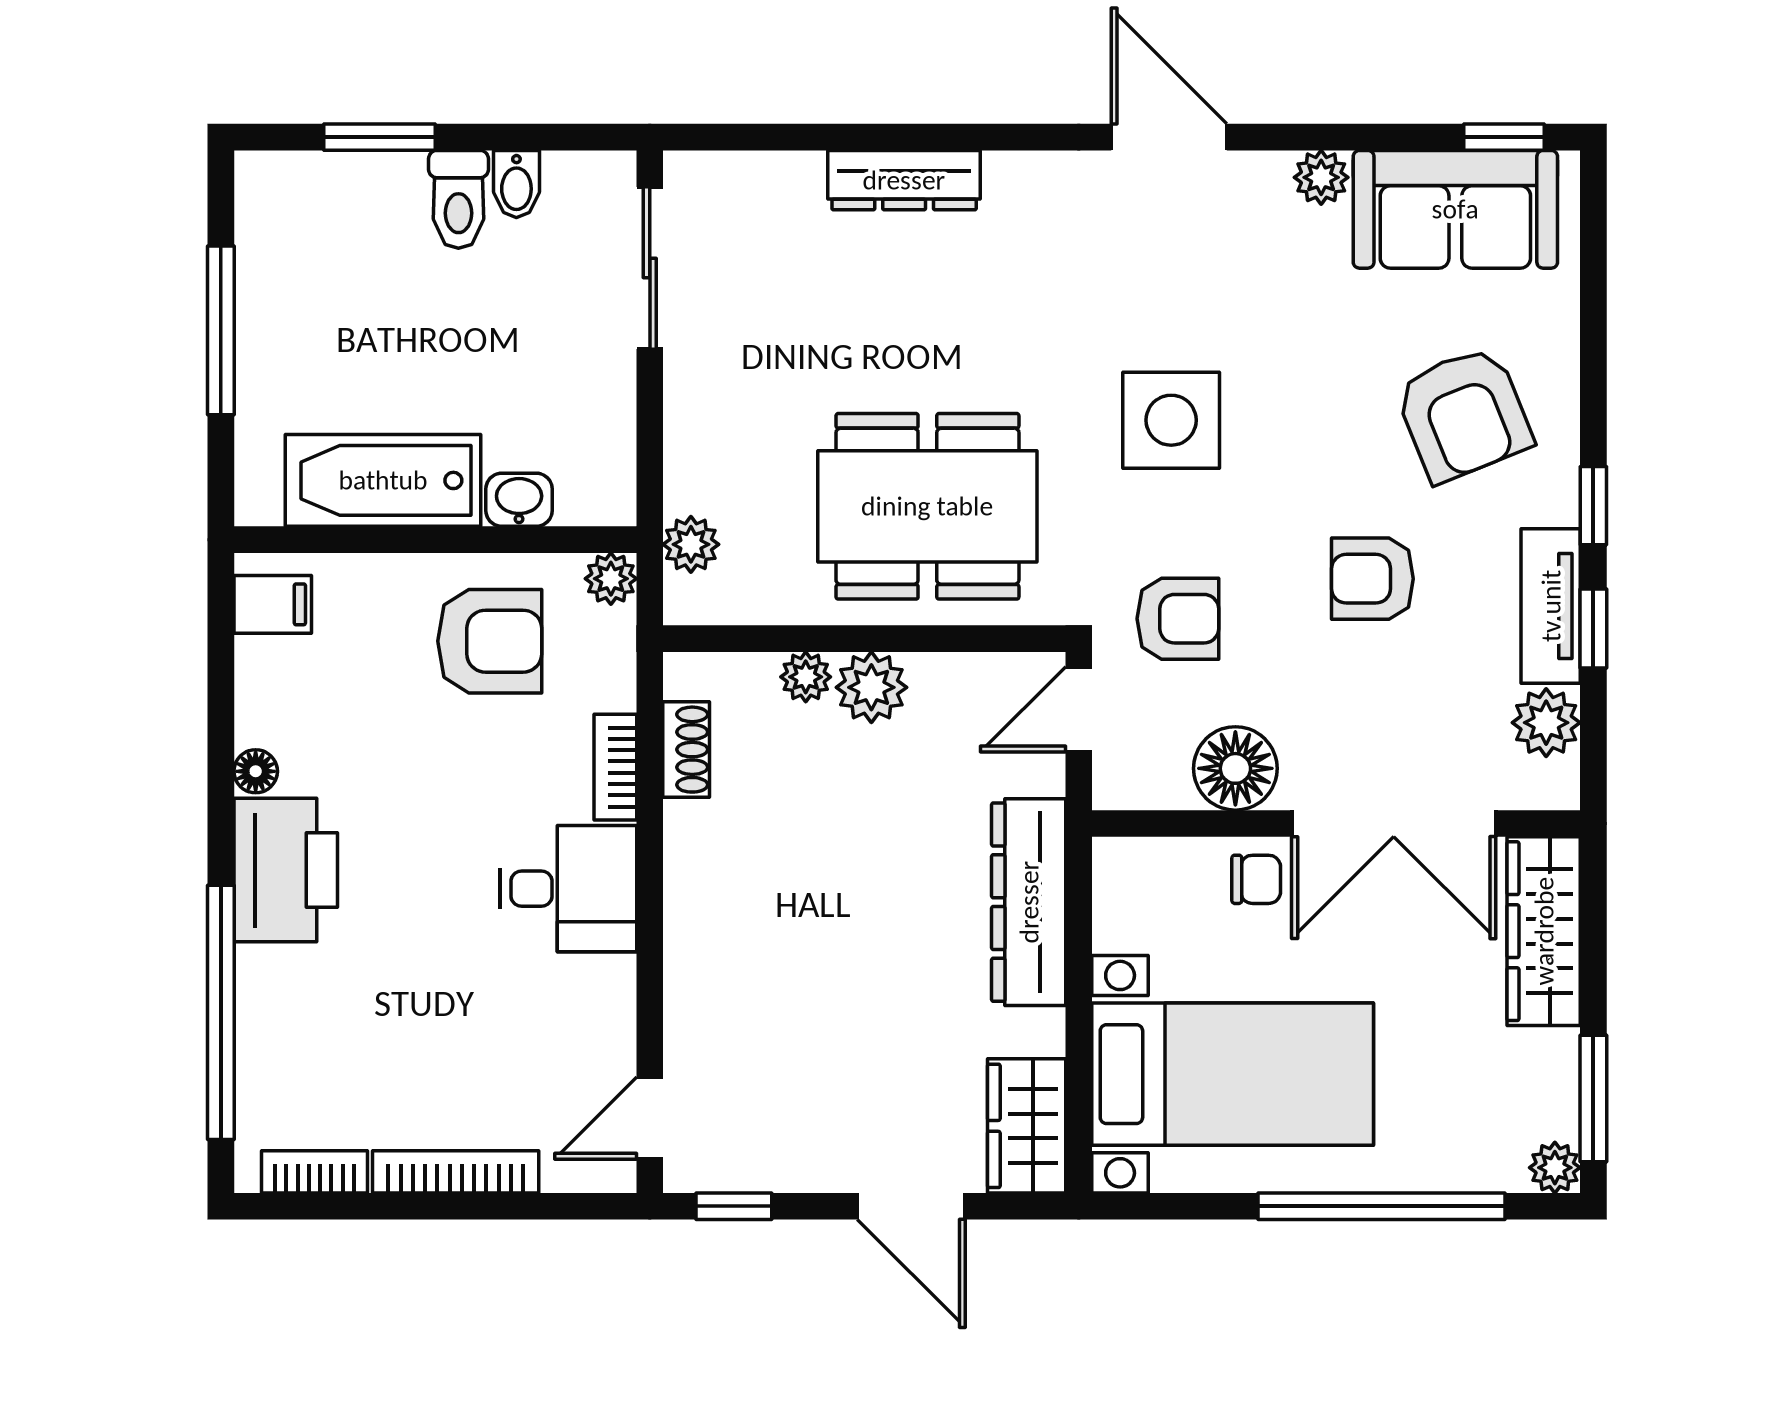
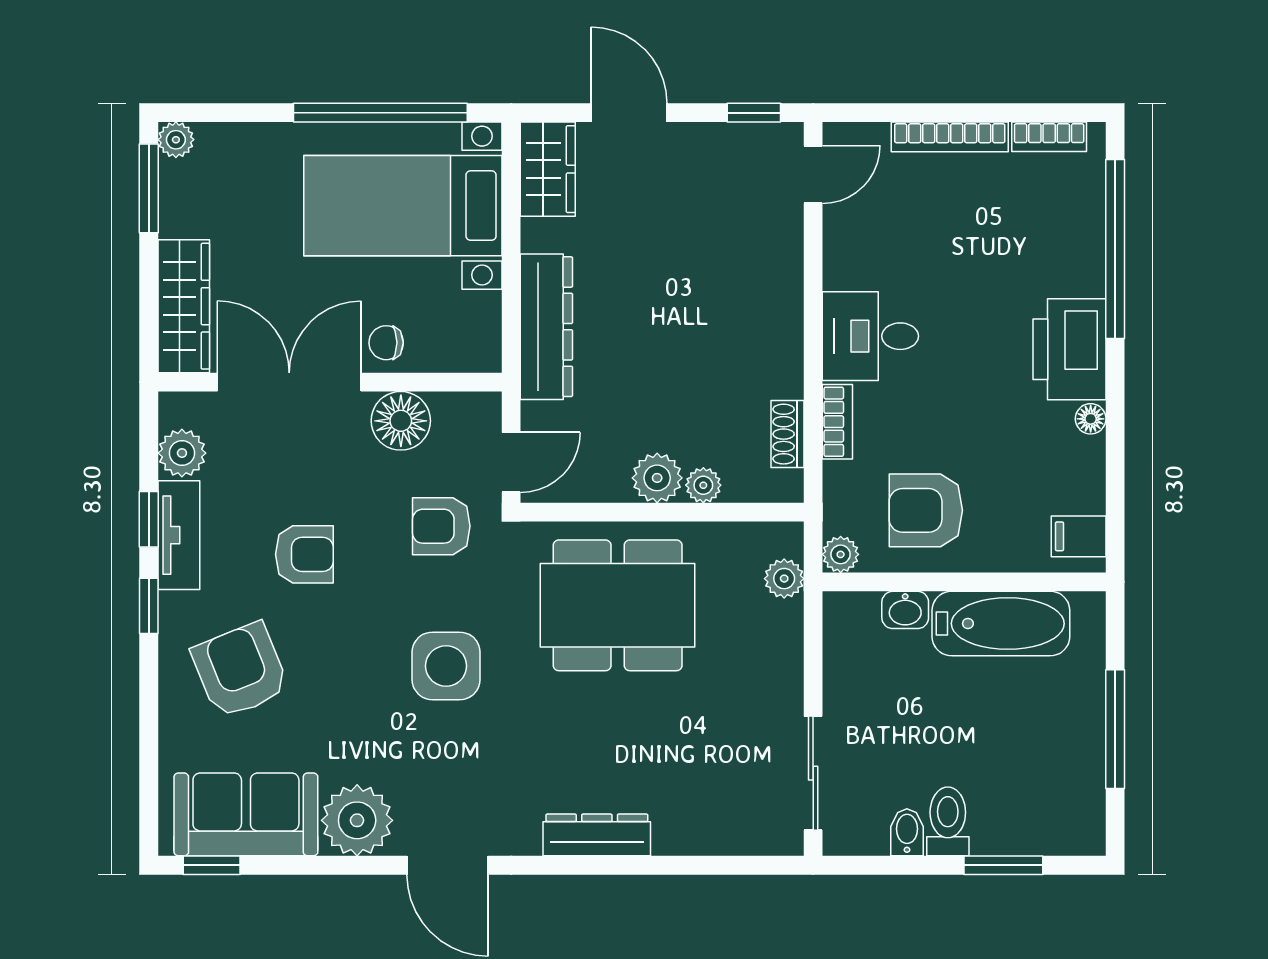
plant: (1321, 177) -> (357, 820), width x1.88, depth x1.88
dresser: (904, 180) -> (597, 835), moved
window: (1381, 1206) -> (380, 113), moved

